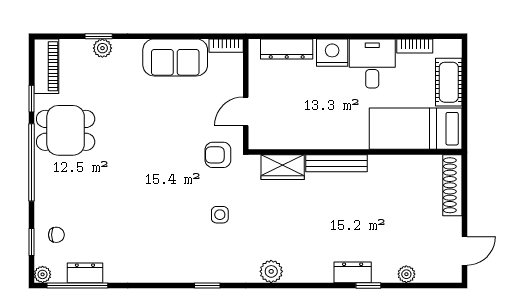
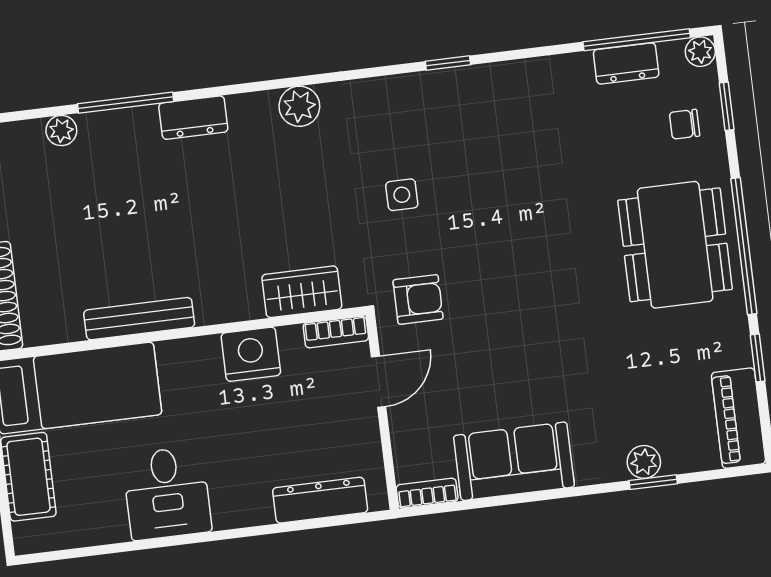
bookcase: (415, 46) -> (336, 332), moved, turned 180
nightstand: (332, 53) -> (251, 354), moved, turned 180
dining table: (66, 130) -> (675, 245), moved, width x1.38
bench: (336, 163) -> (139, 319), moved
dresser: (353, 272) -> (193, 118), moved
window: (207, 285) -> (448, 63), moved
window: (368, 285) -> (126, 103), width x2.17

